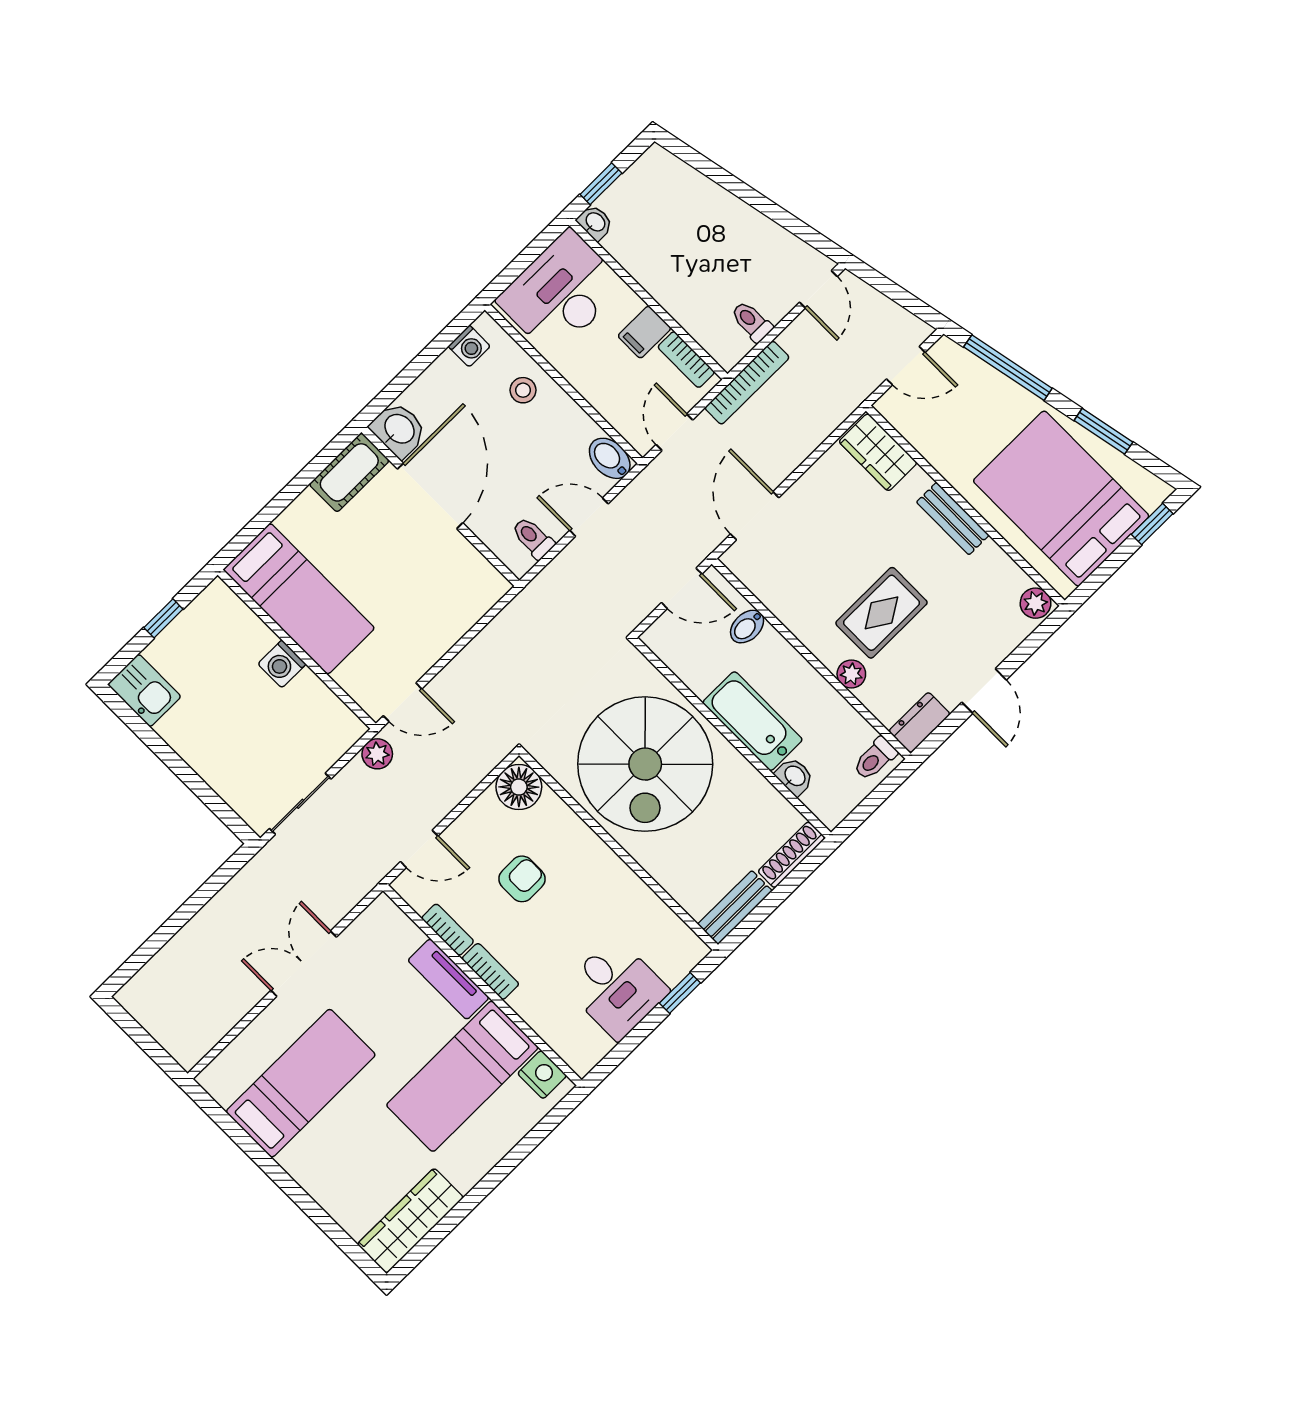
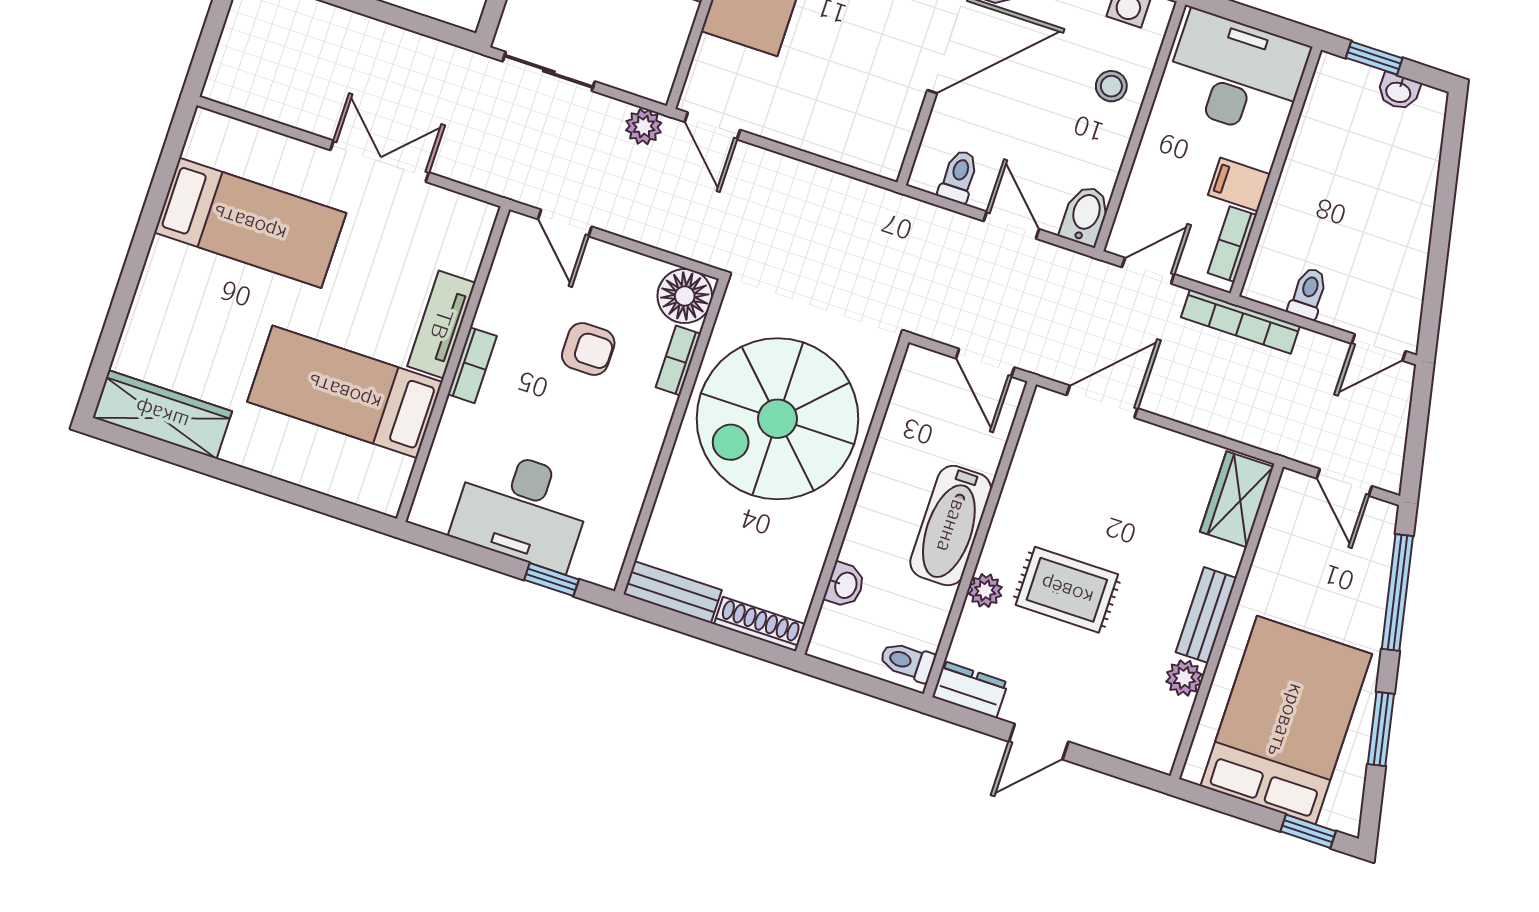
washbasin: (595, 222) -> (1399, 92), moved, turned 90
plant: (1036, 603) -> (1184, 678), moved
bidet: (747, 627) -> (980, 453), removed
bathtub: (752, 721) -> (951, 526), moved, turned 180
bookcase: (448, 930) -> (678, 360), moved, turned 180
desk: (616, 988) -> (522, 509), width x1.37
nightstand: (542, 1075) -> (390, 476), removed

